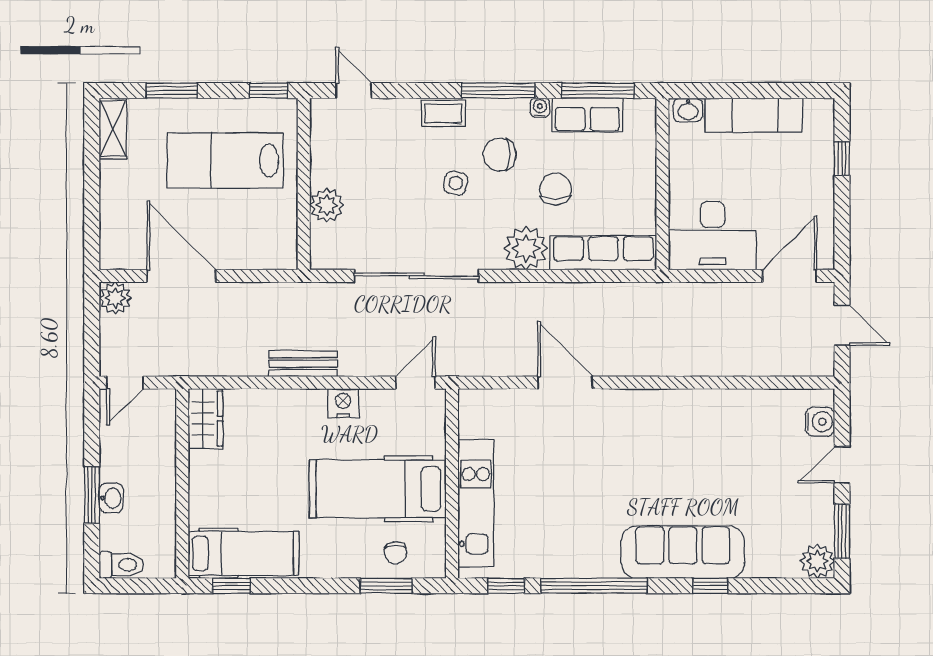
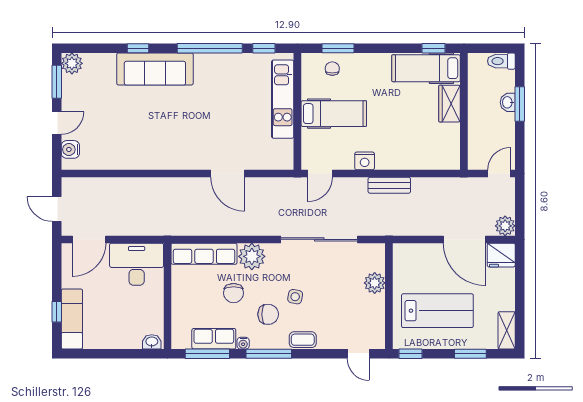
exam couch: (754, 115) -> (72, 319), moved, turned 90
fridge: (122, 251) -> (501, 255), added
wardrobe: (206, 419) -> (450, 104), moved
hospital bed: (378, 489) -> (334, 114), width x0.73, depth x0.78

